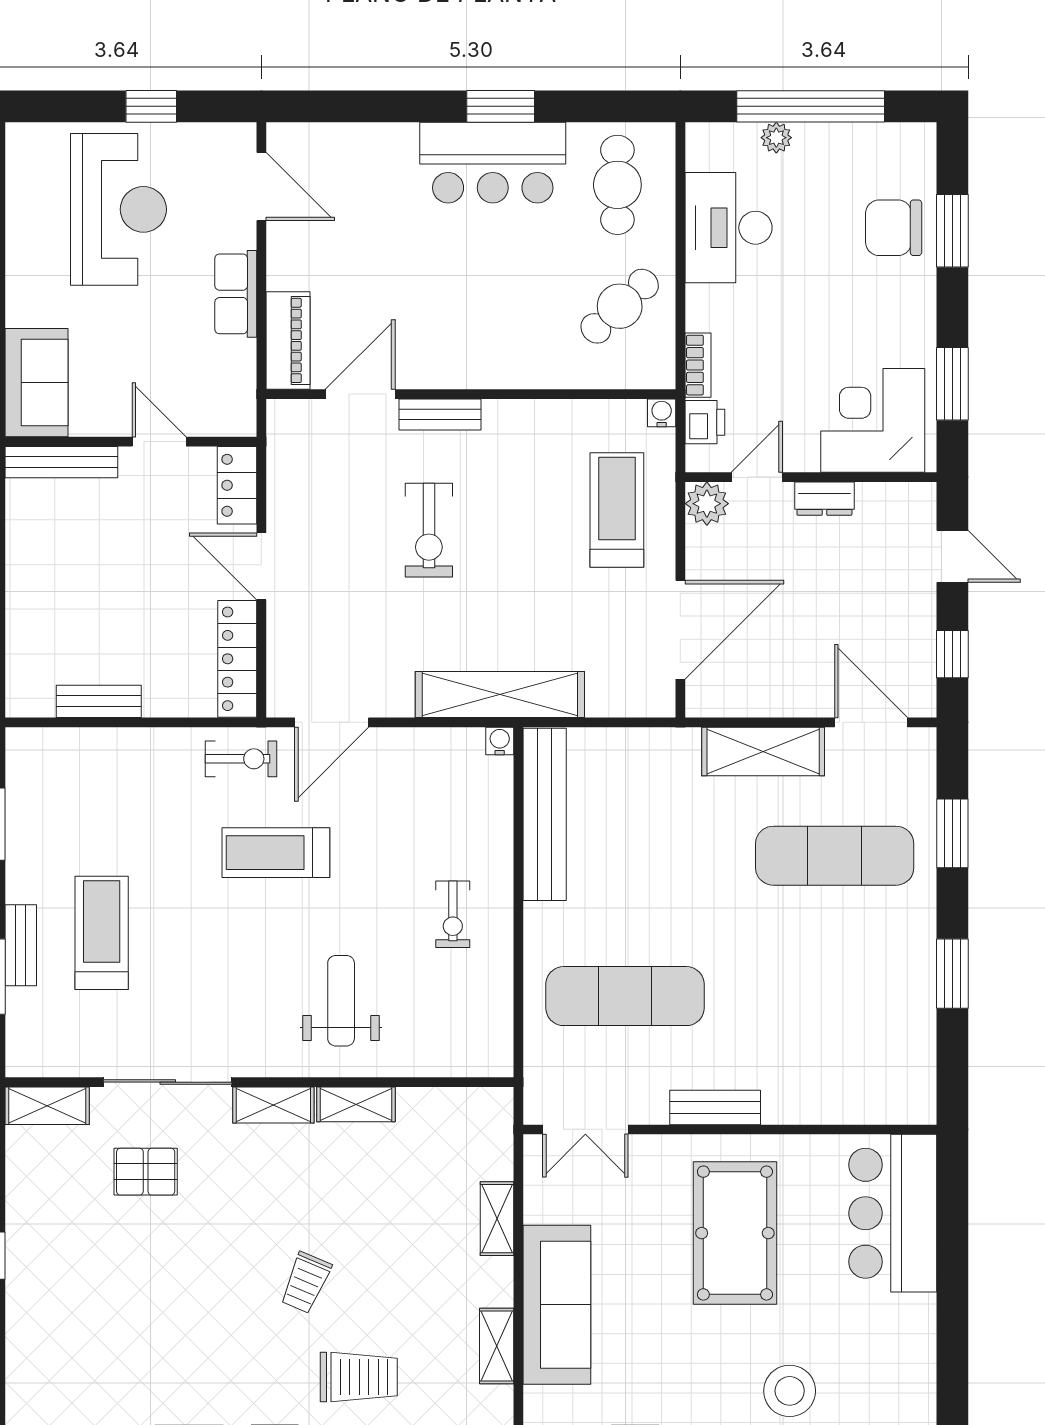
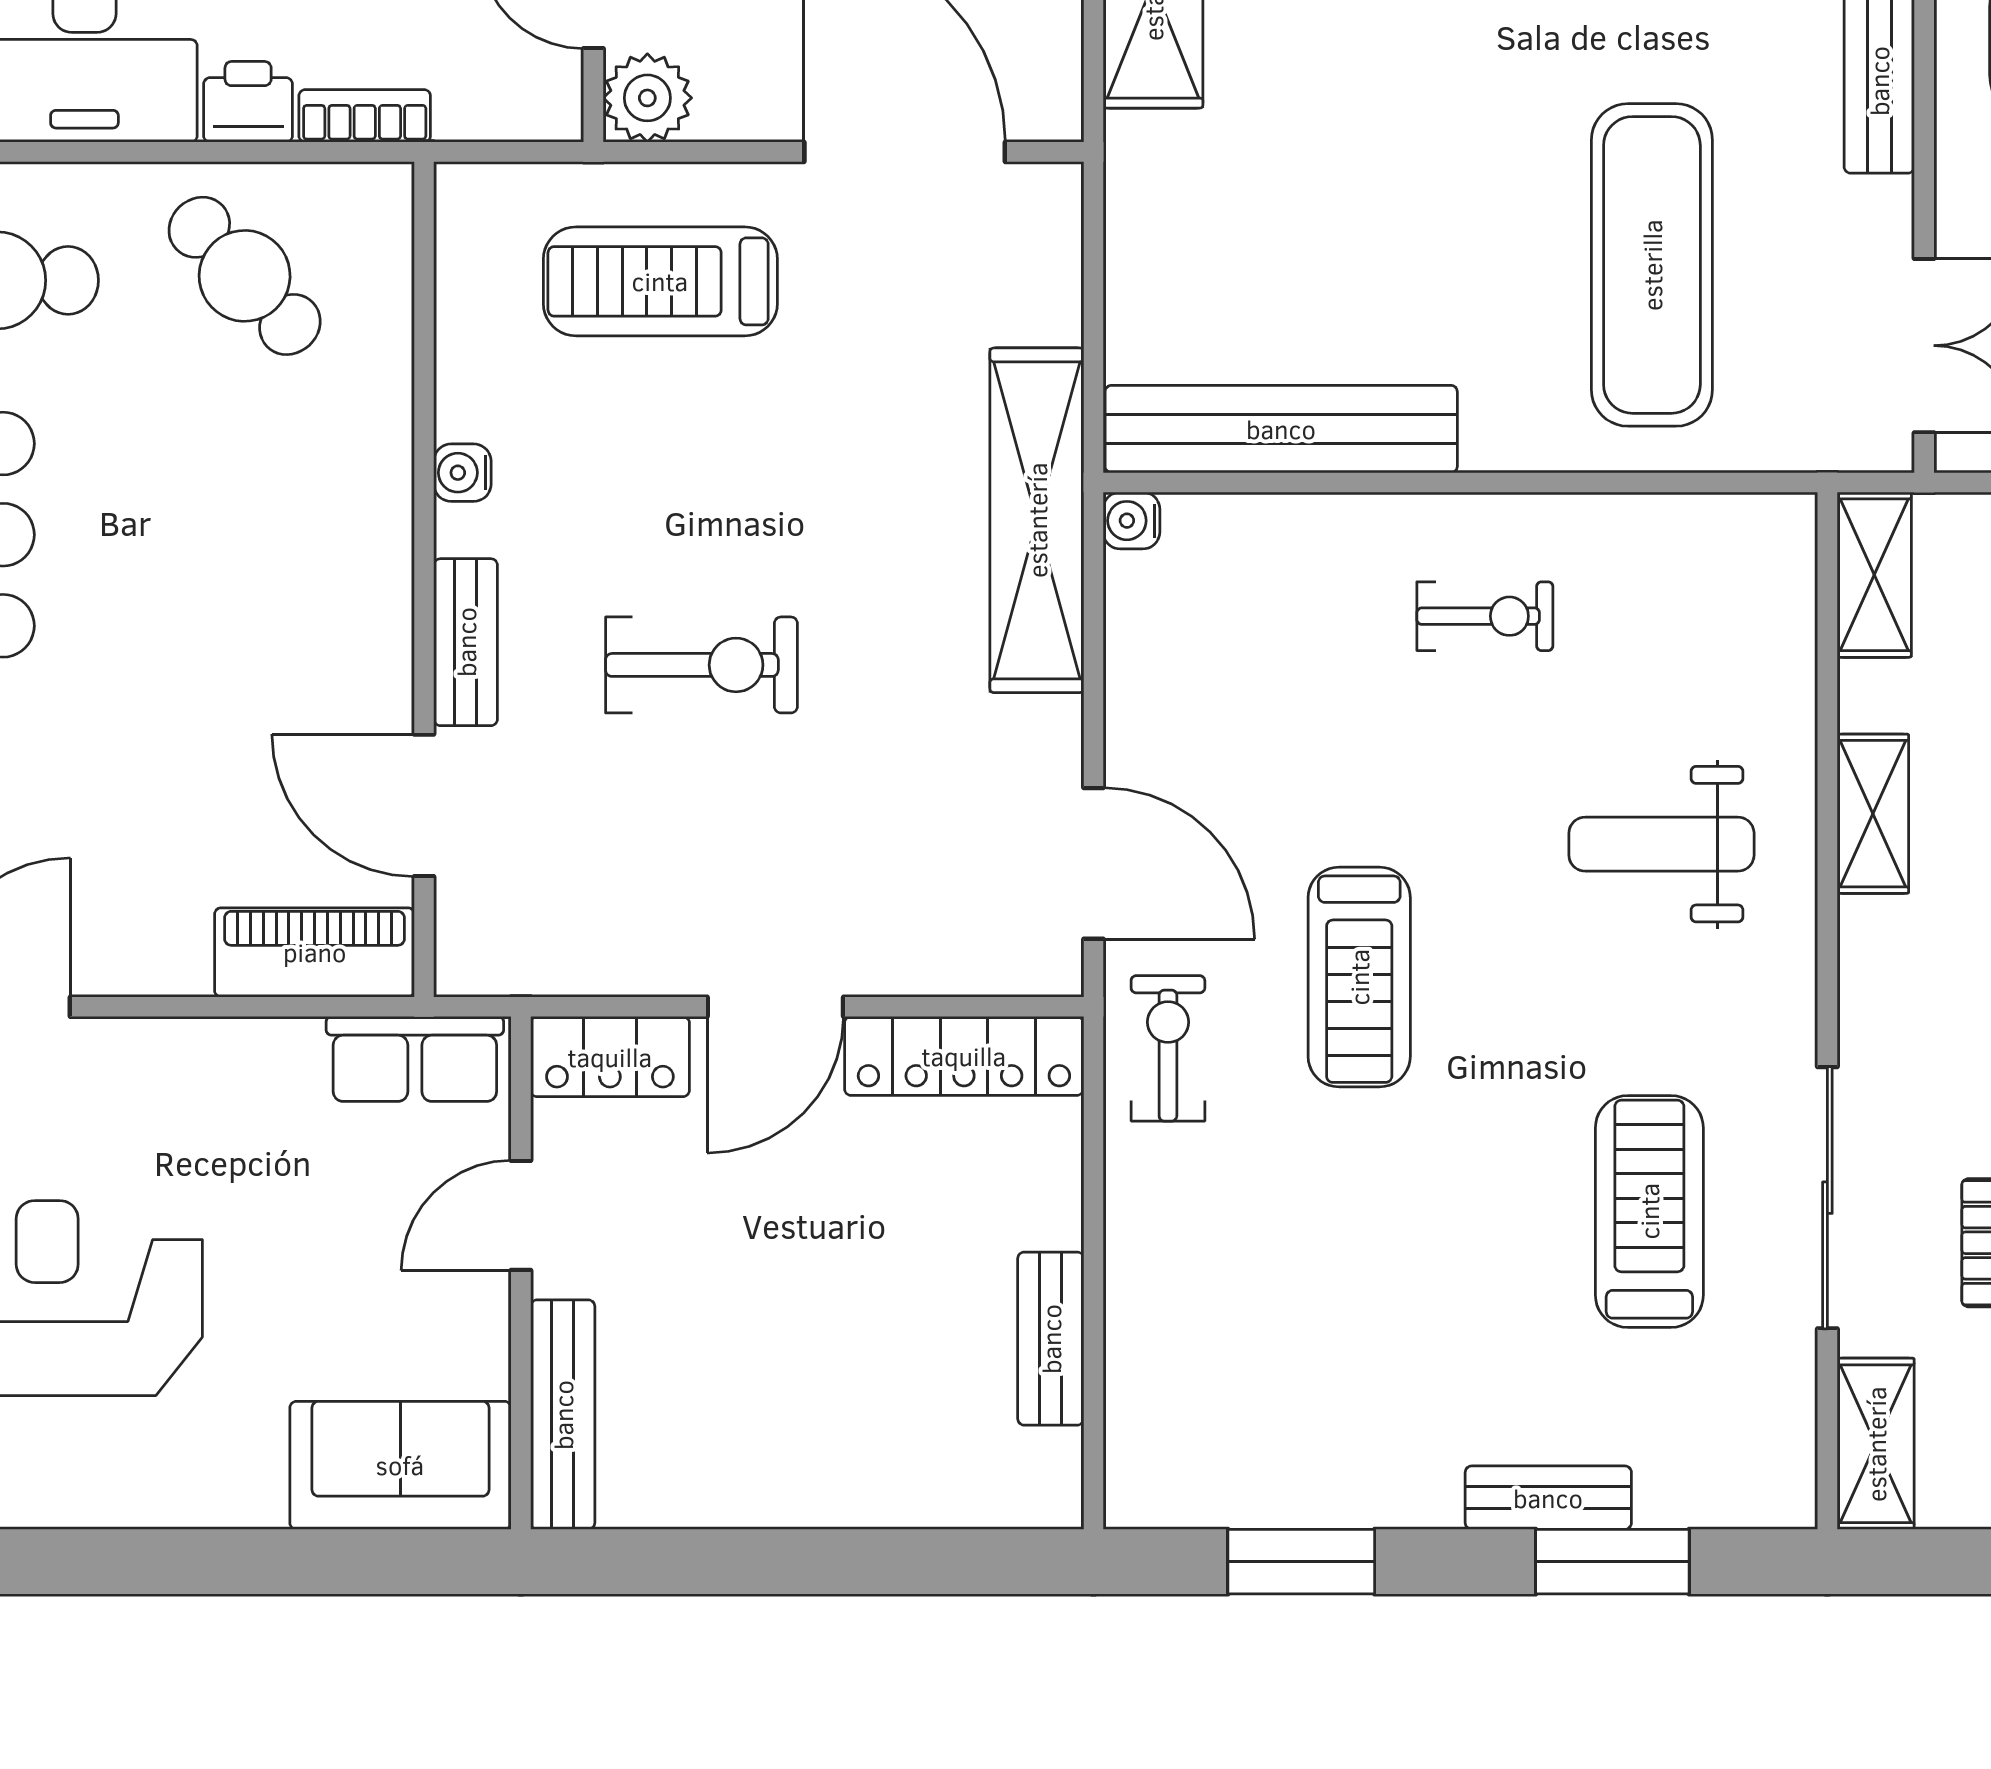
row of seats: (236, 294) -> (415, 1059), moved
water cooler: (662, 413) -> (462, 473), moved
printer: (705, 422) -> (248, 102), moved
treadmill: (102, 933) -> (1649, 1211), moved, turned 90
shelving: (273, 1105) -> (1874, 575), moved

